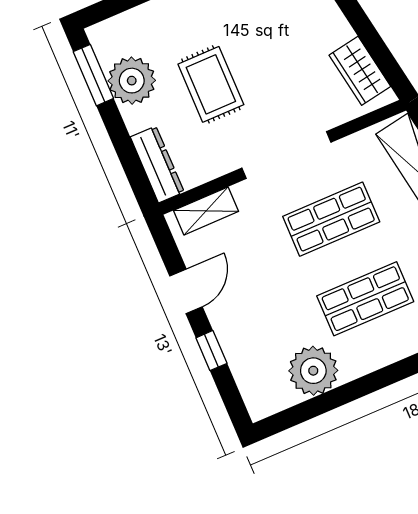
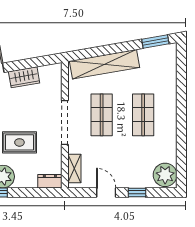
wardrobe: (360, 71) -> (24, 77), moved
dresser: (157, 164) -> (50, 181), width x0.70
plant: (313, 371) -> (165, 175), moved

